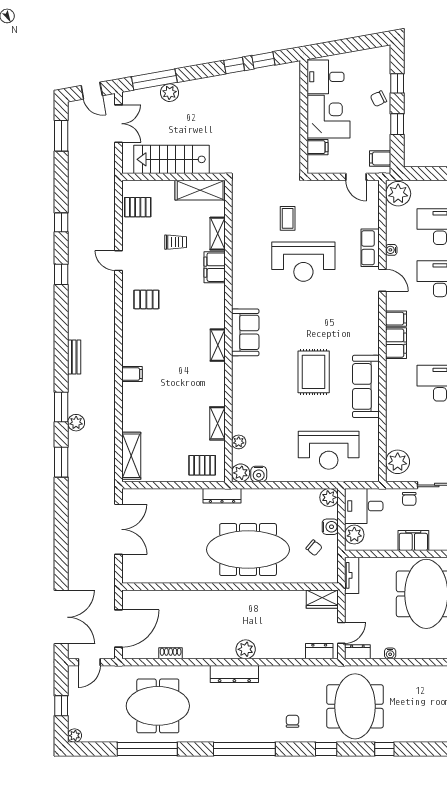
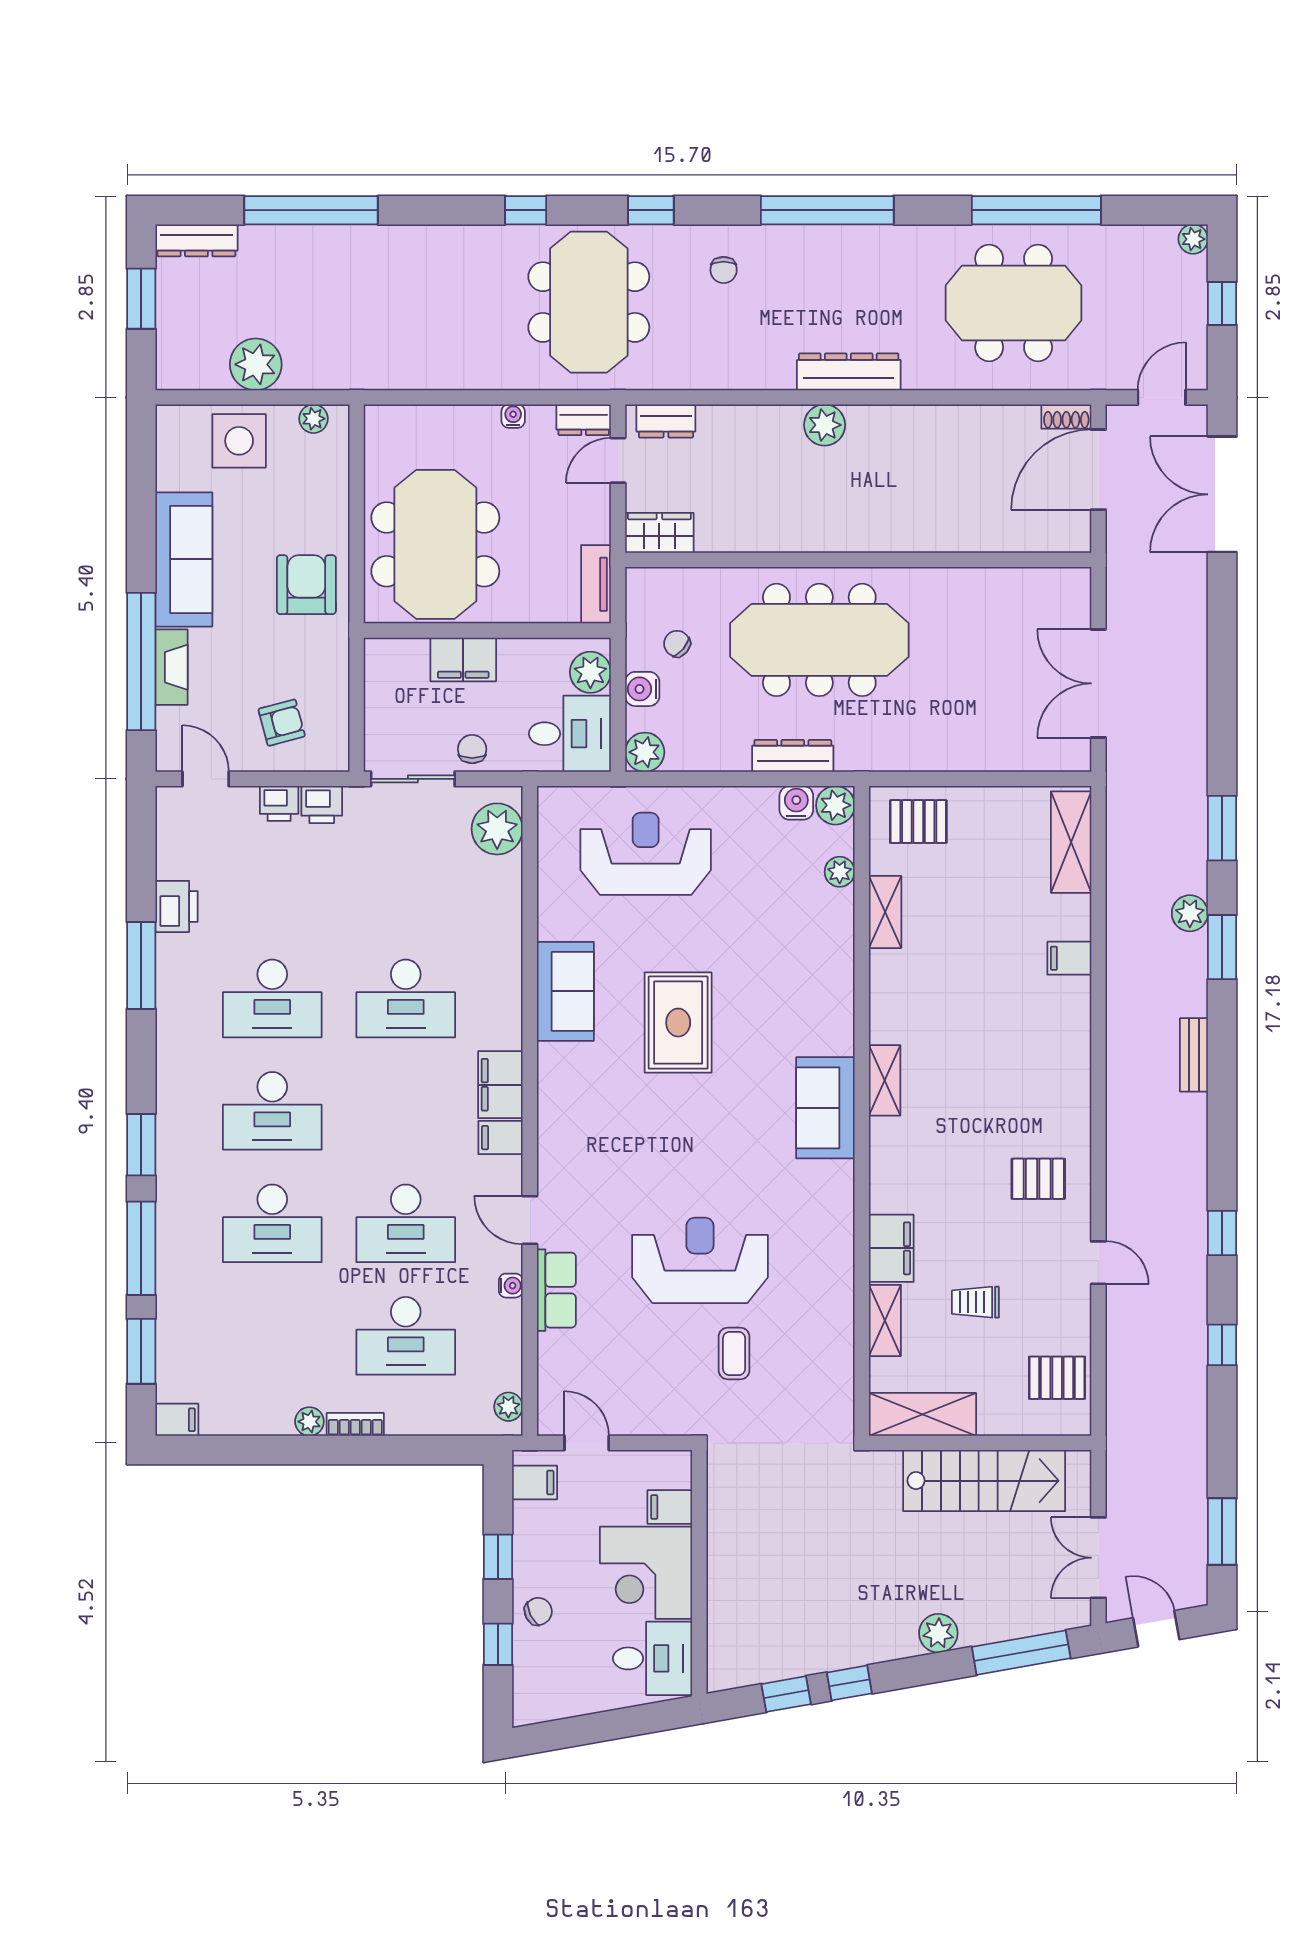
plant: (170, 93) -> (938, 1633), moved
plant: (398, 194) -> (508, 1407), width x0.53, depth x0.53
filing cabinet: (132, 374) -> (1069, 958), moved
sofa: (366, 386) -> (565, 991), width x0.73
dresser: (222, 496) -> (793, 756), moved
shoe rack: (171, 653) -> (1066, 417), moved

